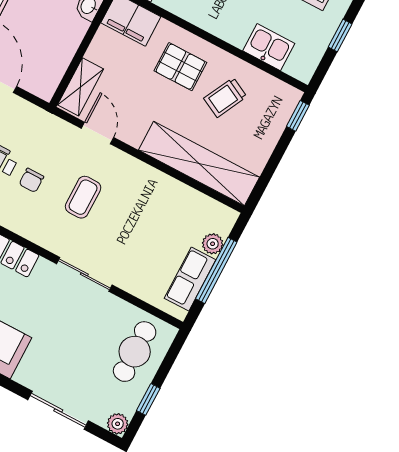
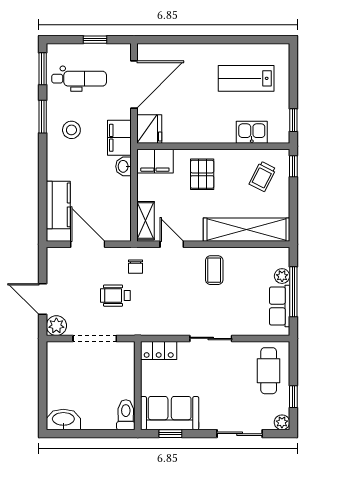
window: (340, 36) -> (293, 120), moved
pallet: (180, 67) -> (202, 174), turned 90
trolley: (225, 97) -> (263, 176), moved
chair: (31, 180) -> (135, 267), moved
coffee table: (83, 197) -> (214, 270), moved

